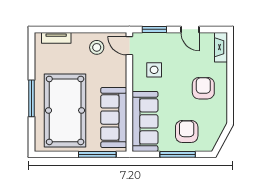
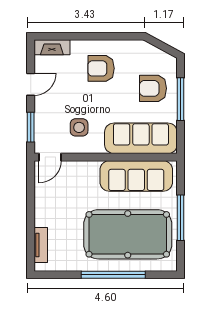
stool: (97, 47) -> (52, 196), removed
window: (31, 98) -> (113, 275), width x1.46
window: (97, 154) -> (180, 218), moved

